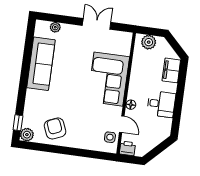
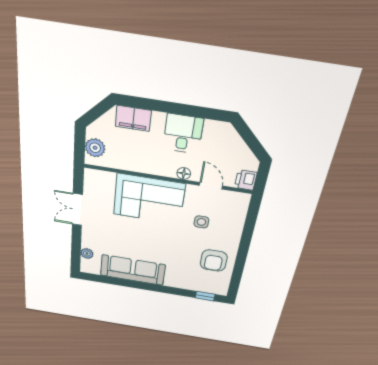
door: (122, 124) -> (211, 186), hinge flipped
armchair: (55, 128) -> (214, 260), turned -67
plant: (27, 135) -> (220, 289), removed
side table: (110, 137) -> (201, 222), moved

